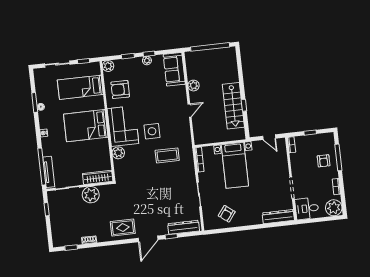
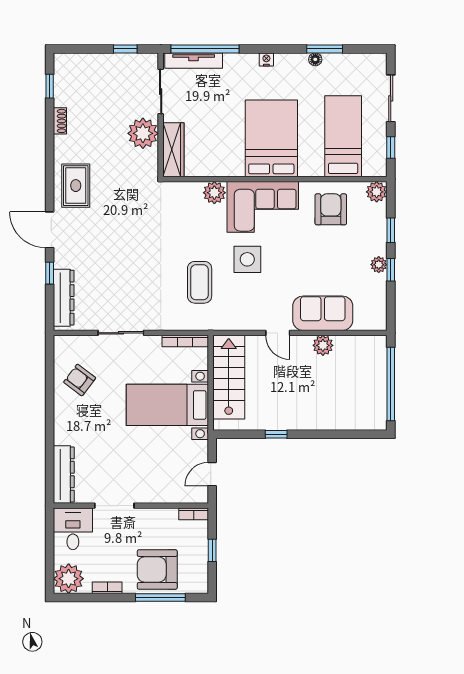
sofa: (174, 69) -> (323, 313), moved
stairs: (233, 106) -> (229, 377), moved, turned 90
armchair: (324, 161) -> (157, 569), width x1.88, depth x1.88

